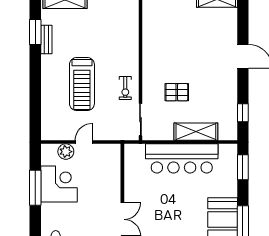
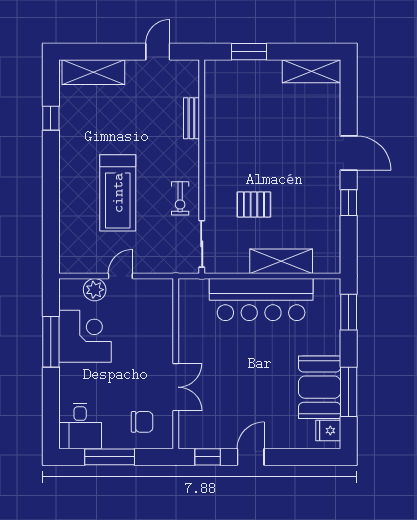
window: (35, 32) -> (51, 118), width x0.67
bench: (46, 39) -> (191, 118), moved
window: (243, 113) -> (349, 203), moved

